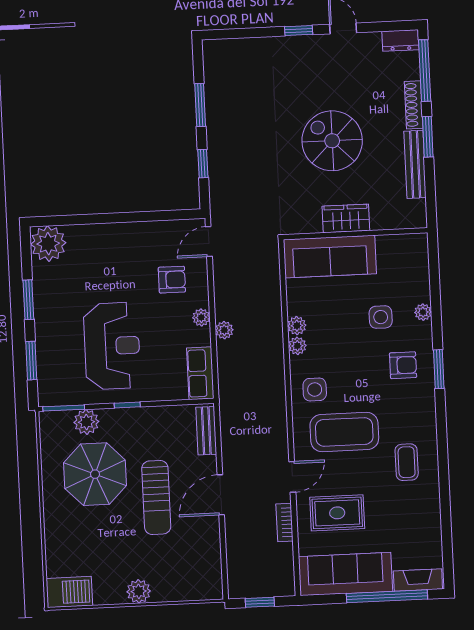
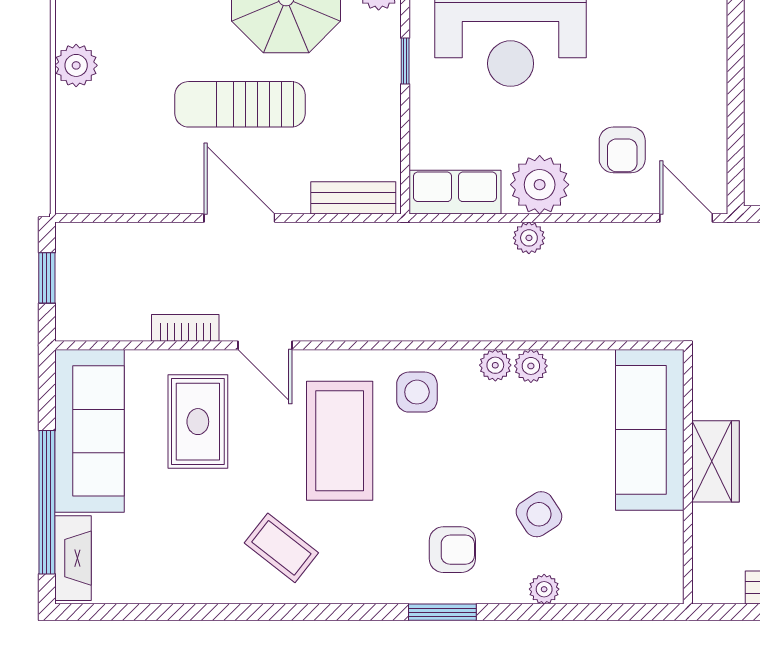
plant: (201, 317) -> (540, 185), width x1.88, depth x1.88
side table: (381, 317) -> (539, 514), turned -33
armchair: (403, 365) -> (452, 550), turned -90
coffee table: (407, 462) -> (281, 548), turned 38

